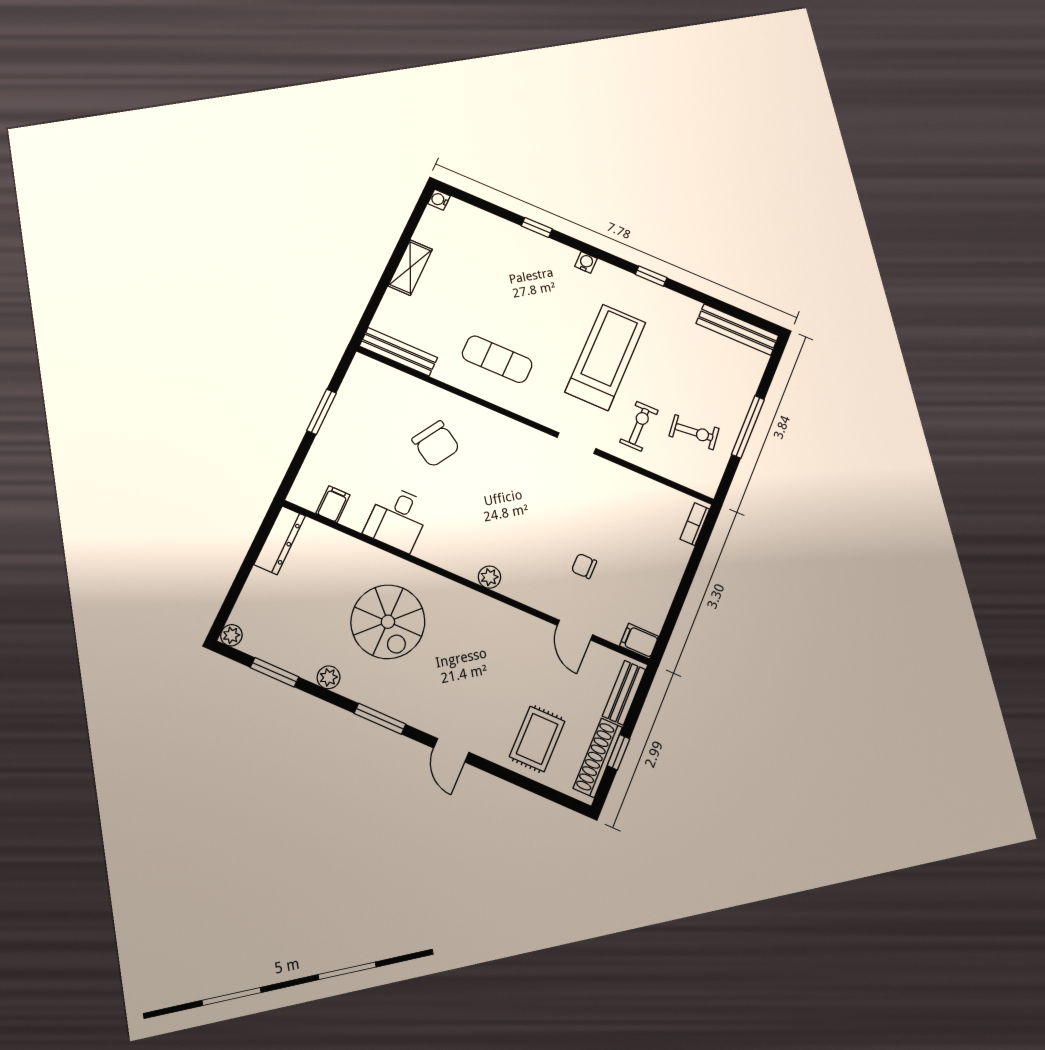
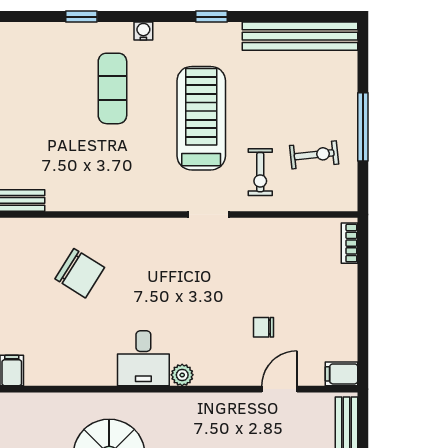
bench: (737, 329) -> (300, 36), width x1.37, depth x1.21
exercise mat: (497, 359) -> (112, 88), moved, turned 90
exercise bike: (639, 426) -> (260, 172), turned 180
desk: (397, 519) -> (143, 358), moved
door: (575, 630) -> (280, 389), swing flipped

